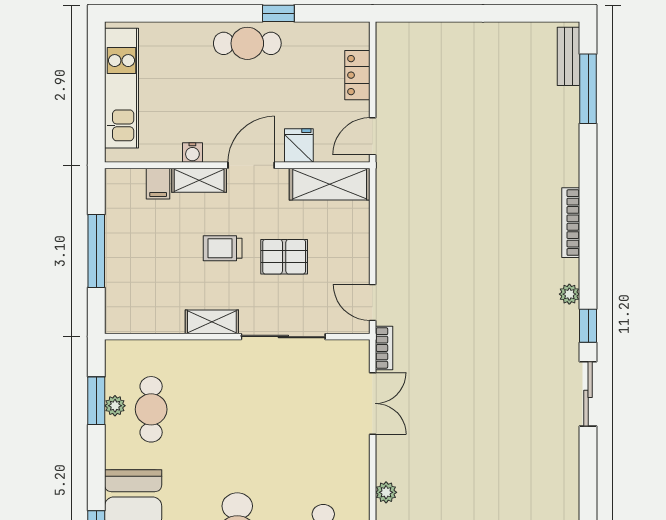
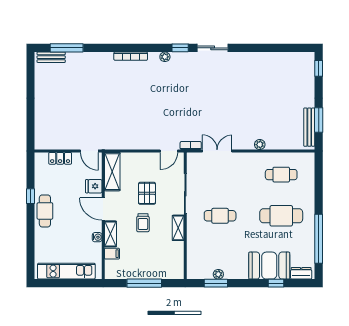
cafe table: (151, 409) -> (220, 216), moved

